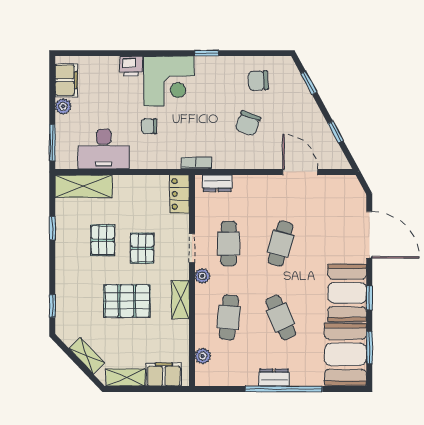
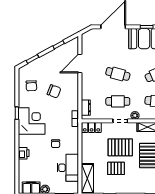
corner desk: (169, 81) -> (32, 121), moved
pallet: (142, 248) -> (120, 147), width x1.50, depth x1.42

